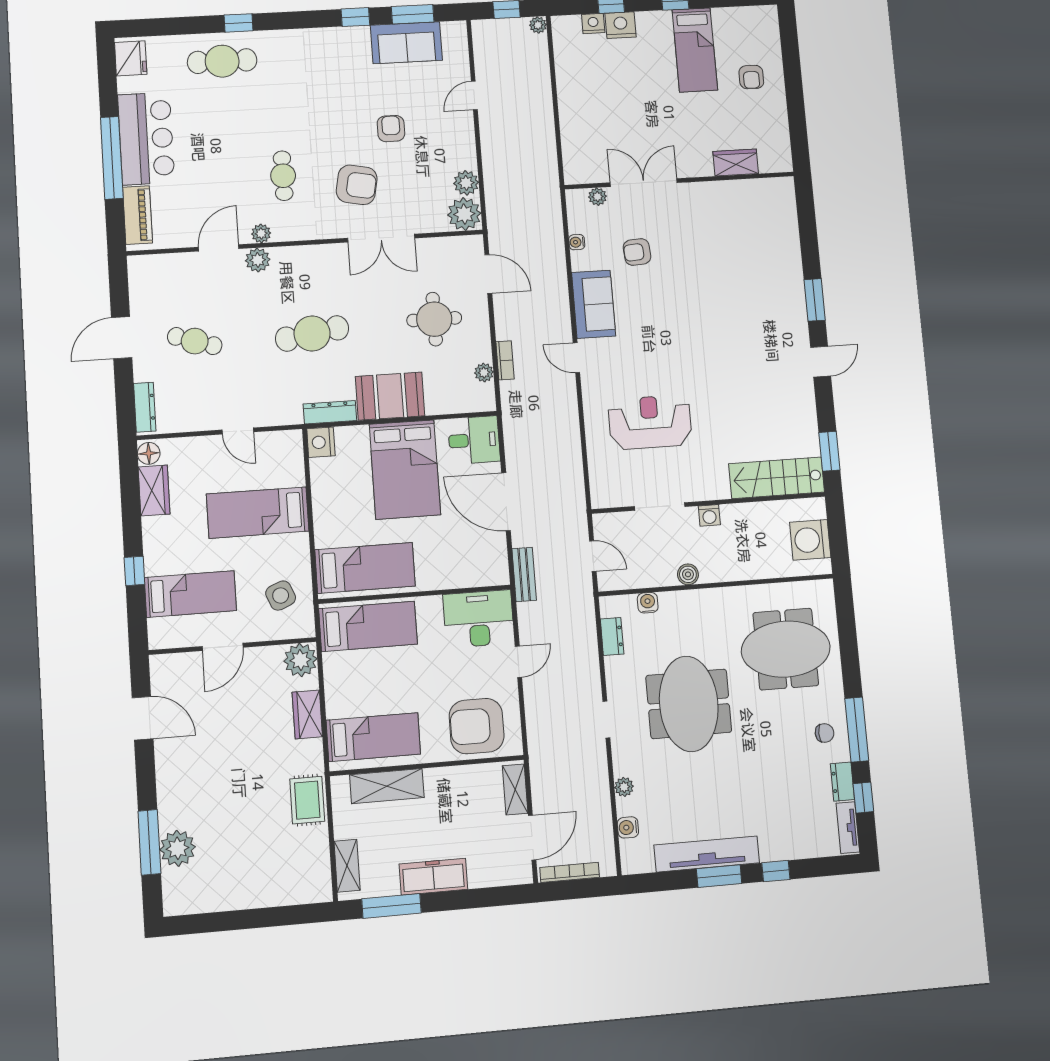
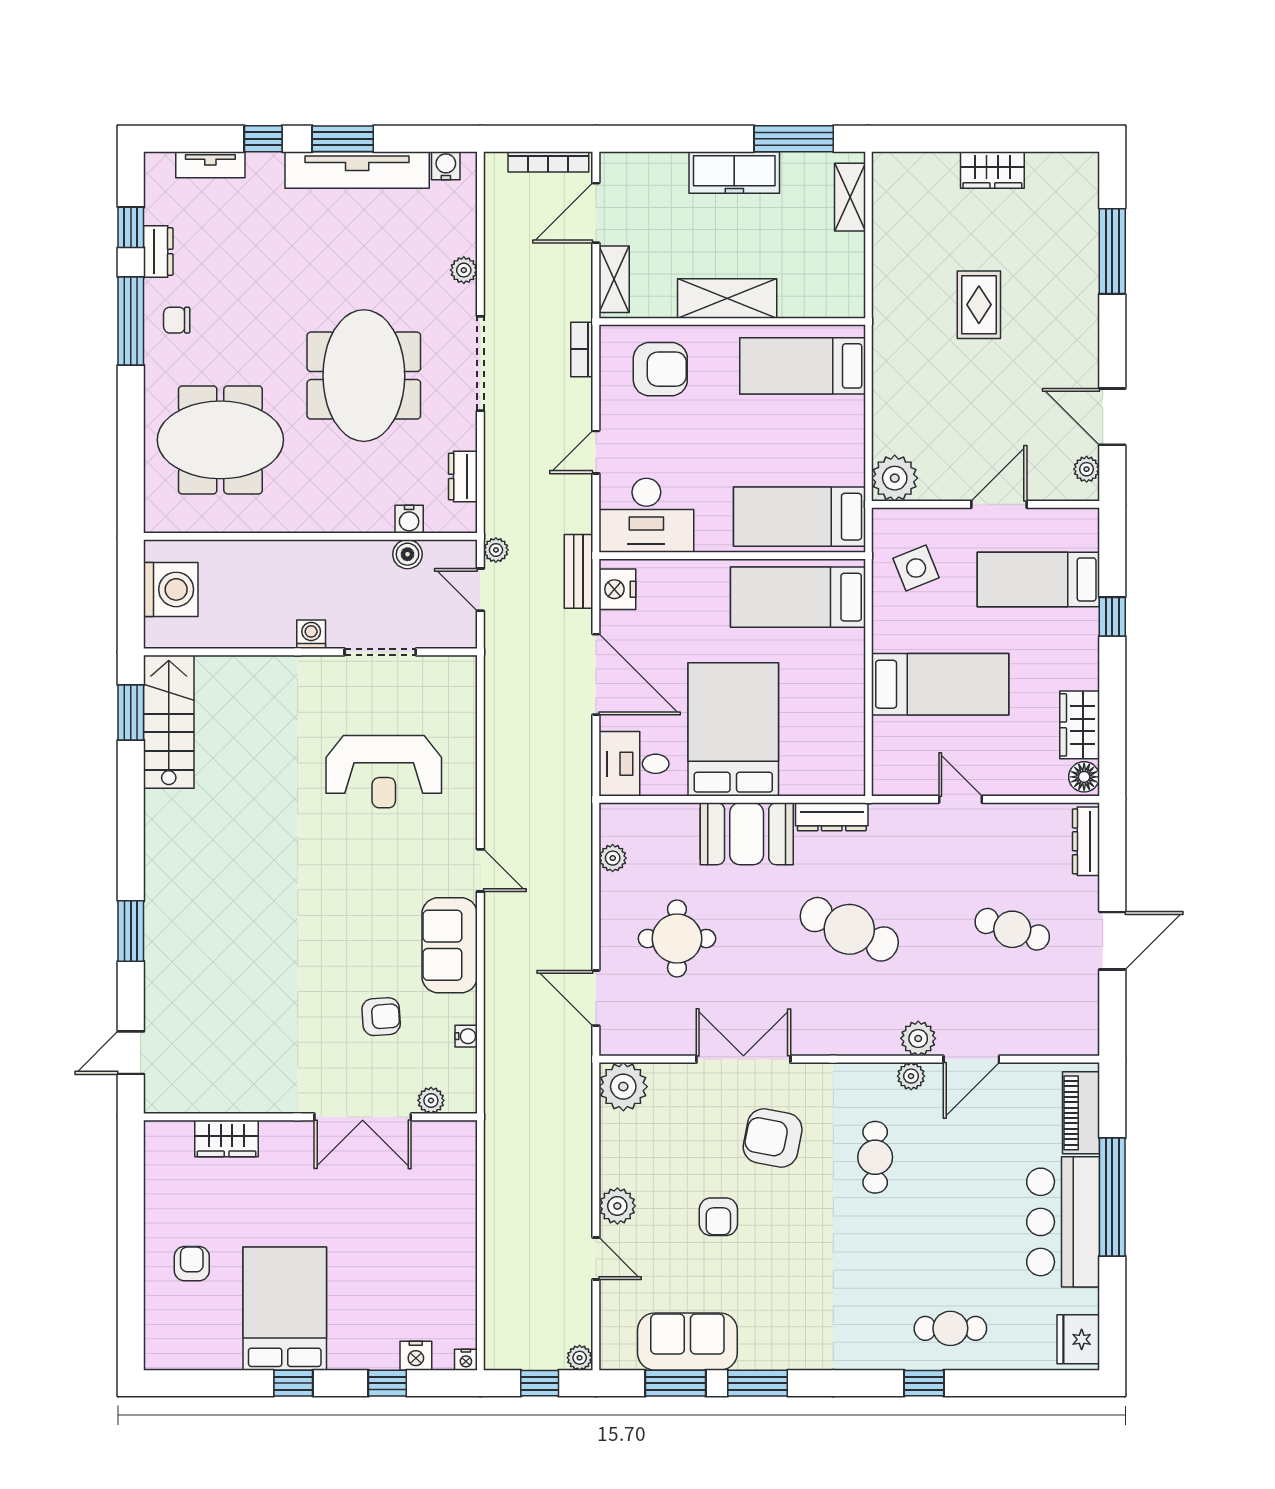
window: (355, 17) -> (758, 1383), width x1.50
plant: (538, 25) -> (580, 1358), moved
nightstand: (621, 25) -> (466, 1360), moved, width x0.53, depth x0.56
bed: (695, 50) -> (285, 1309), width x1.50
cafe table: (222, 61) -> (950, 1328), width x0.73, depth x0.74
door: (474, 96) -> (596, 1258), hinge flipped
plant: (466, 183) -> (617, 1206), moved
cafe table: (312, 333) -> (849, 929), turned 33
bookcase: (505, 360) -> (582, 349), moved
door: (821, 362) -> (131, 1053), moved
nightstand: (321, 442) -> (617, 589), moved, turned 180
stairs: (777, 478) -> (169, 722), moved, turned -90
boiler: (688, 574) -> (407, 554), moved
plant: (584, 585) -> (496, 550), added
wardrobe: (307, 714) -> (992, 170), moved, turned 90
doorway: (606, 719) -> (480, 363), width x1.88
armchair: (477, 726) -> (660, 369), width x0.73, depth x0.73
shelving: (387, 786) -> (727, 298), moved
rug: (307, 800) -> (979, 305), moved
water cooler: (628, 827) -> (446, 166), moved, turned -90
tv unit: (848, 828) -> (210, 165), moved, turned 90
plant: (178, 848) -> (1087, 469), moved, width x0.53, depth x0.53

